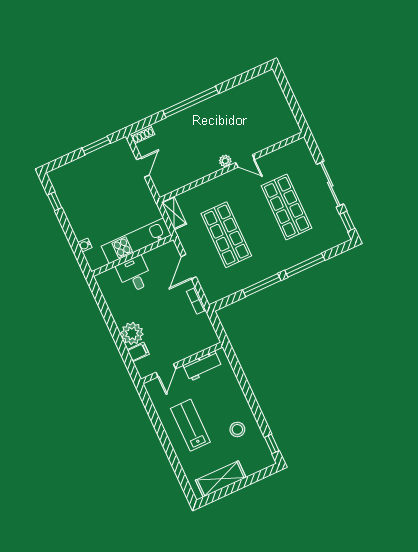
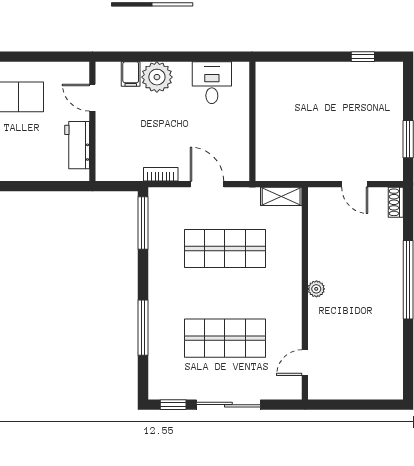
door: (245, 161) -> (305, 363), moved
kitchen unit: (136, 241) -> (268, 135), removed
water cooler: (85, 245) -> (292, 69), removed
desk: (134, 274) -> (212, 83), moved, turned -90
window: (262, 285) -> (143, 223), moved

